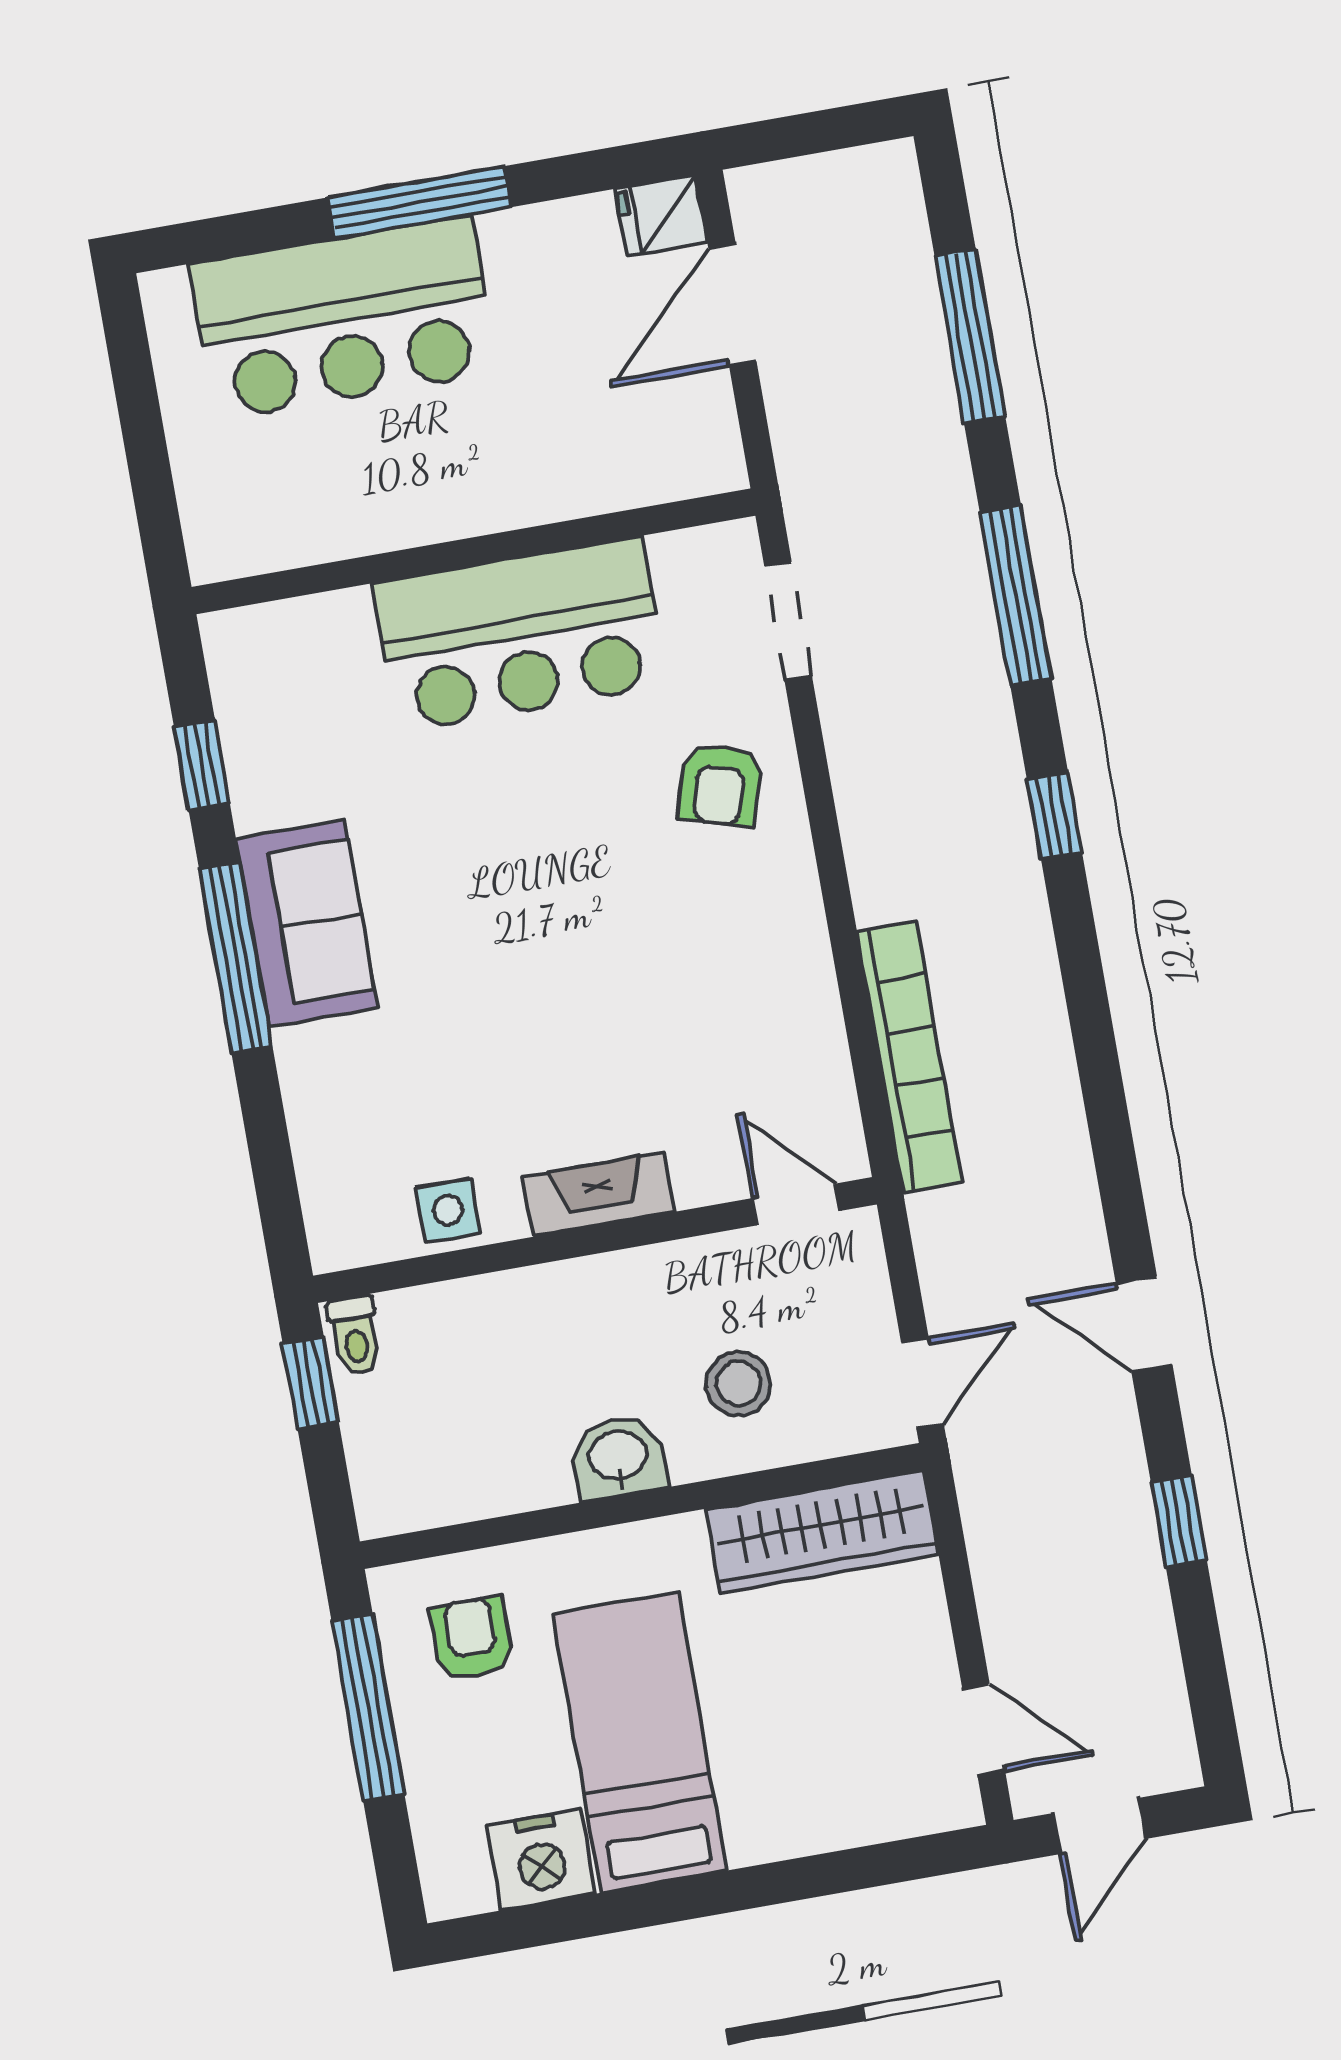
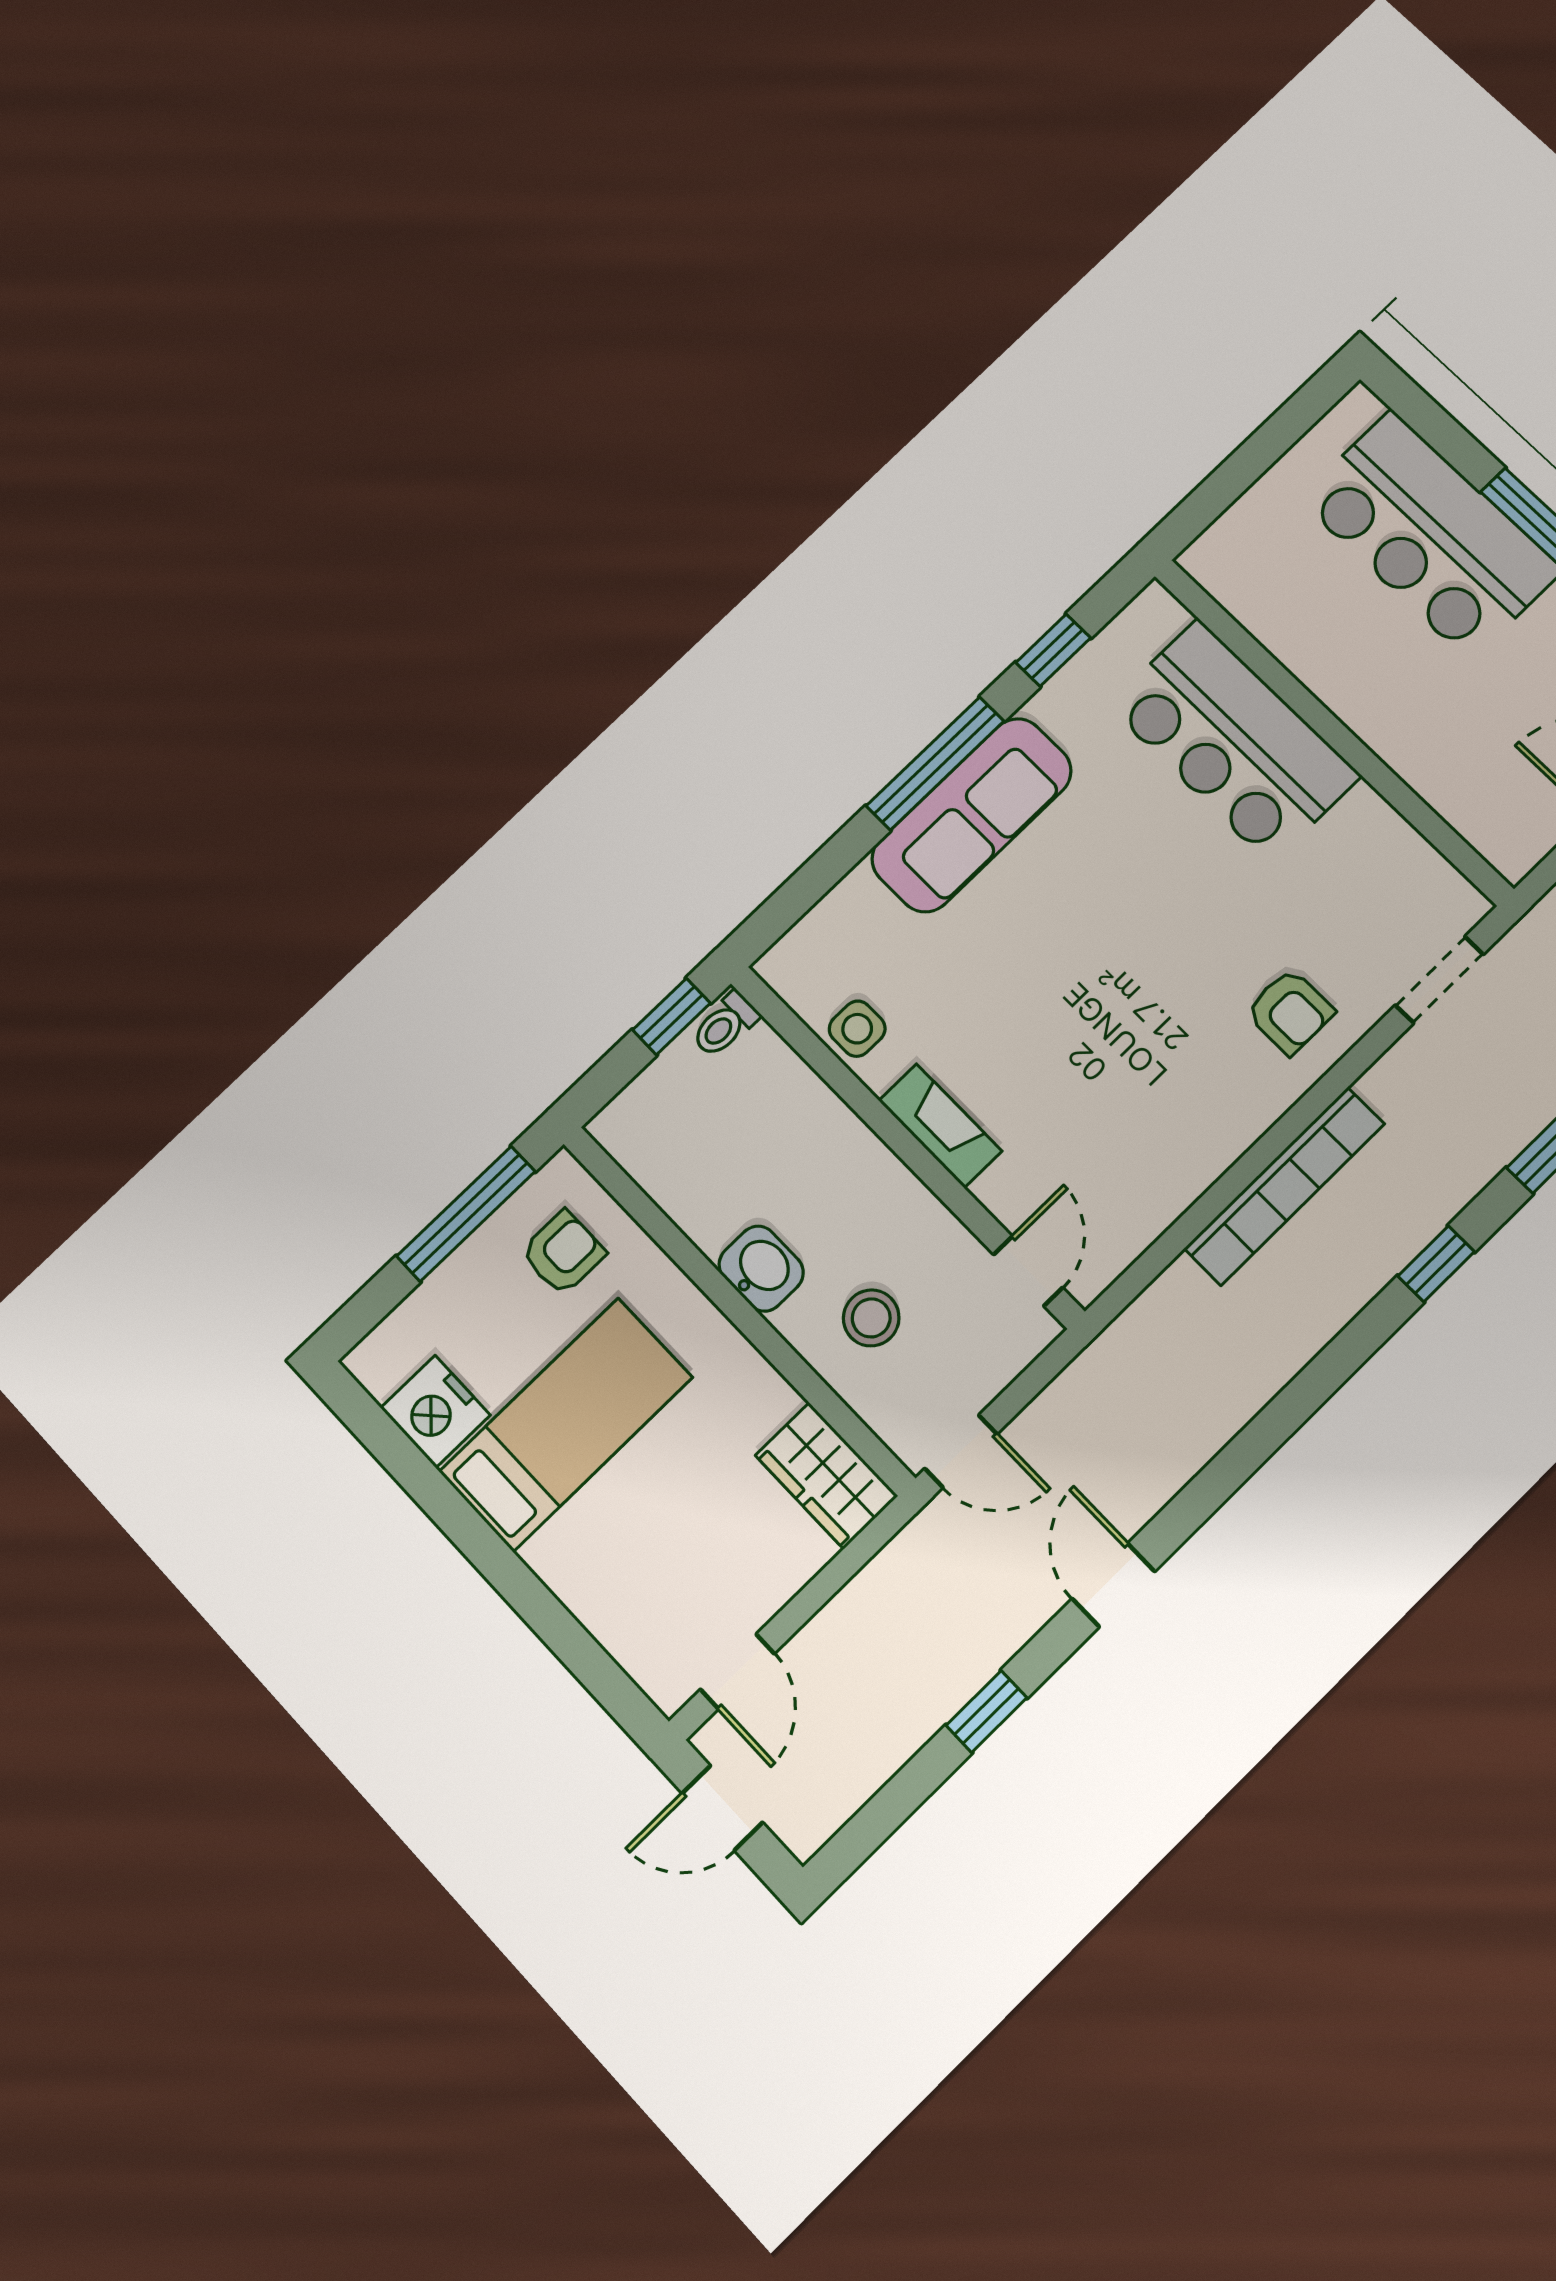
bar counter: (520, 634) -> (1234, 741), moved
armchair: (720, 785) -> (1290, 1012), turned -107
sofa: (307, 923) -> (972, 815), width x1.36
bookcase: (910, 1057) -> (1284, 1186), moved
wardrobe: (822, 1532) -> (827, 1476), width x0.67

